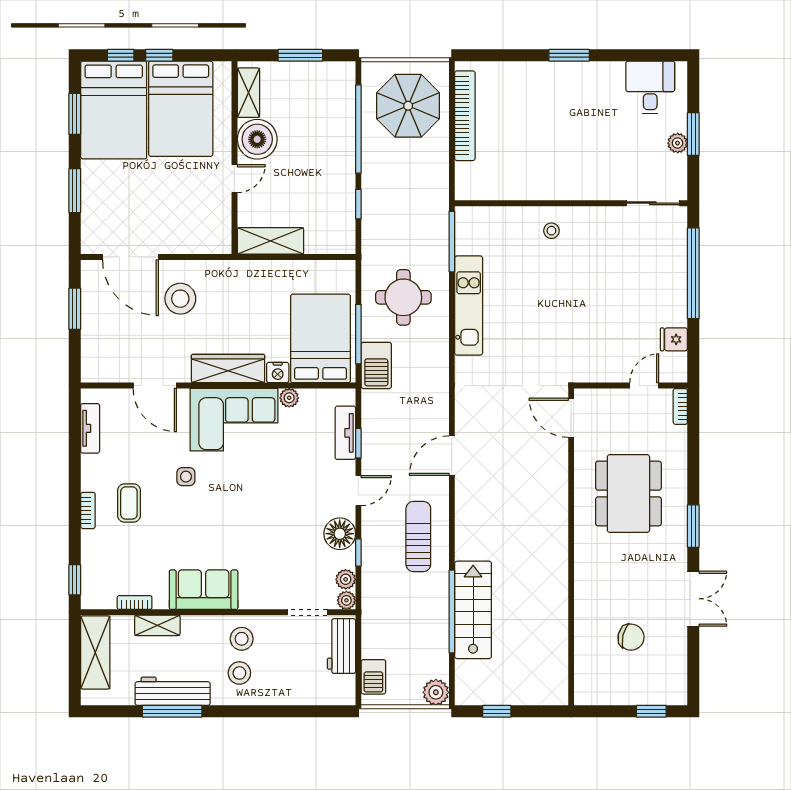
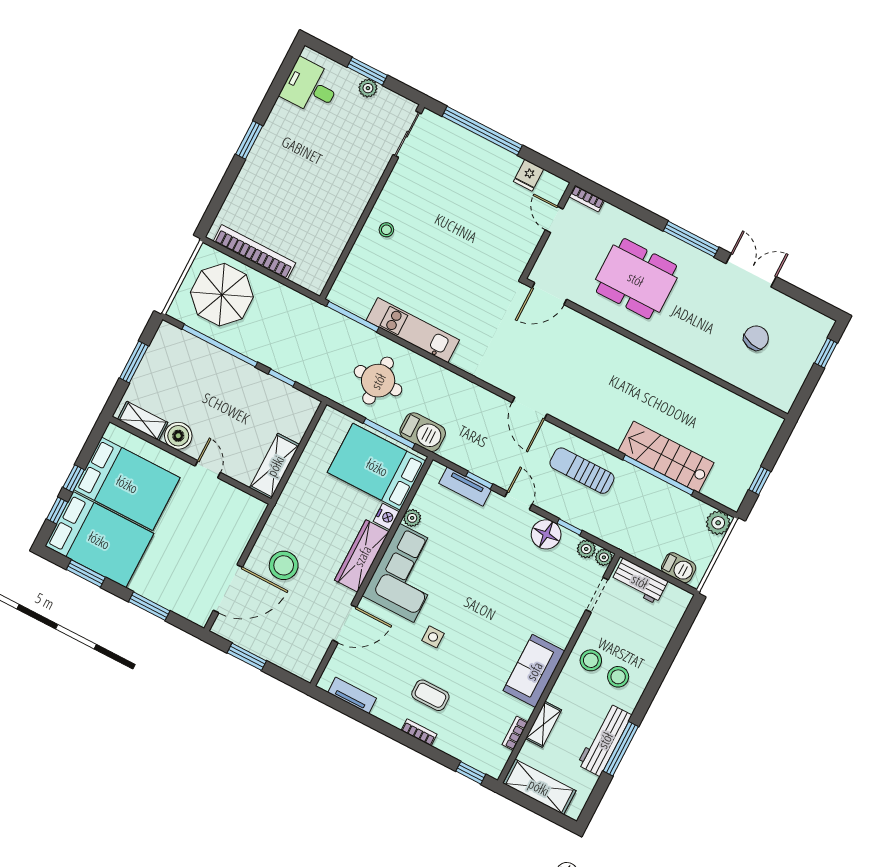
boiler: (257, 139) -> (178, 436), width x0.73, depth x0.73
window: (693, 526) -> (691, 239), width x1.44

